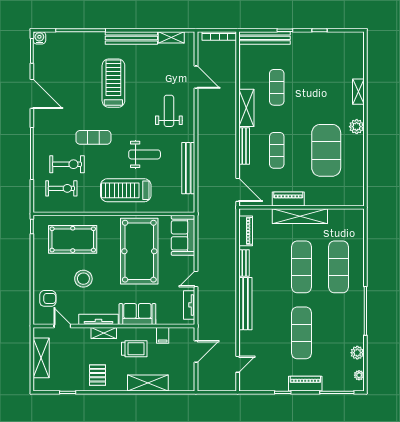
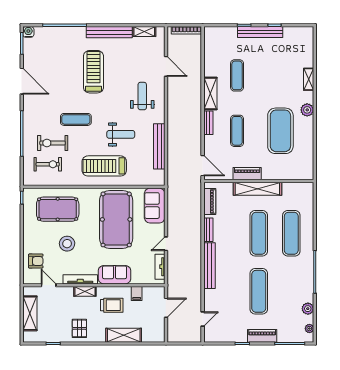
bench: (265, 38) -> (260, 32), moved
bench: (244, 146) -> (208, 123), width x0.73
exercise bike: (67, 164) -> (53, 143), turned 180

